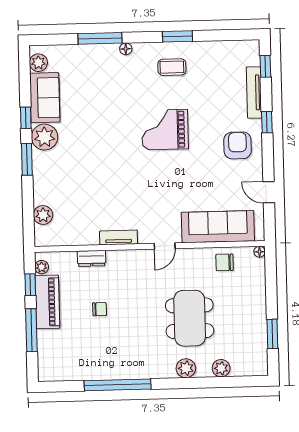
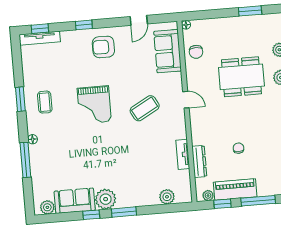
tv unit: (254, 92) -> (40, 38), moved
coffee table: (157, 193) -> (145, 108), added
sofa: (218, 227) -> (168, 51), width x0.73
tv unit: (119, 238) -> (183, 154), moved
dresser: (92, 258) -> (199, 161), width x1.44

